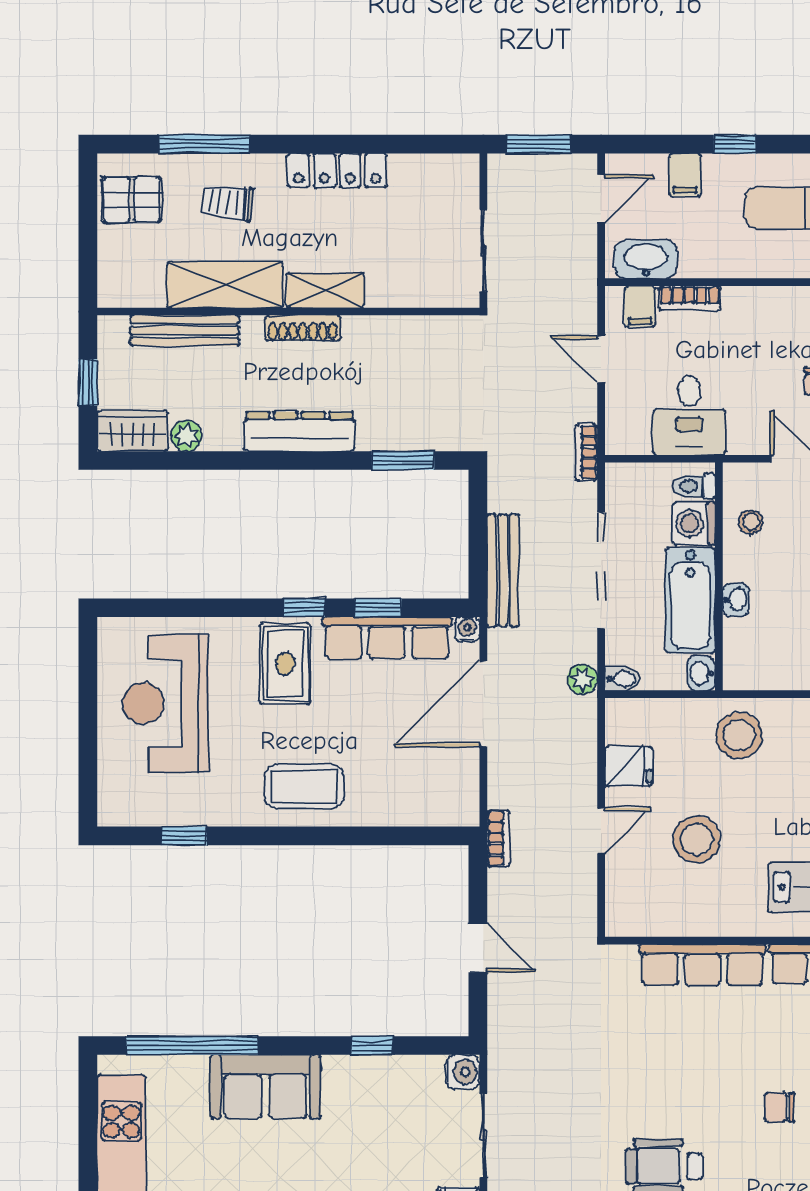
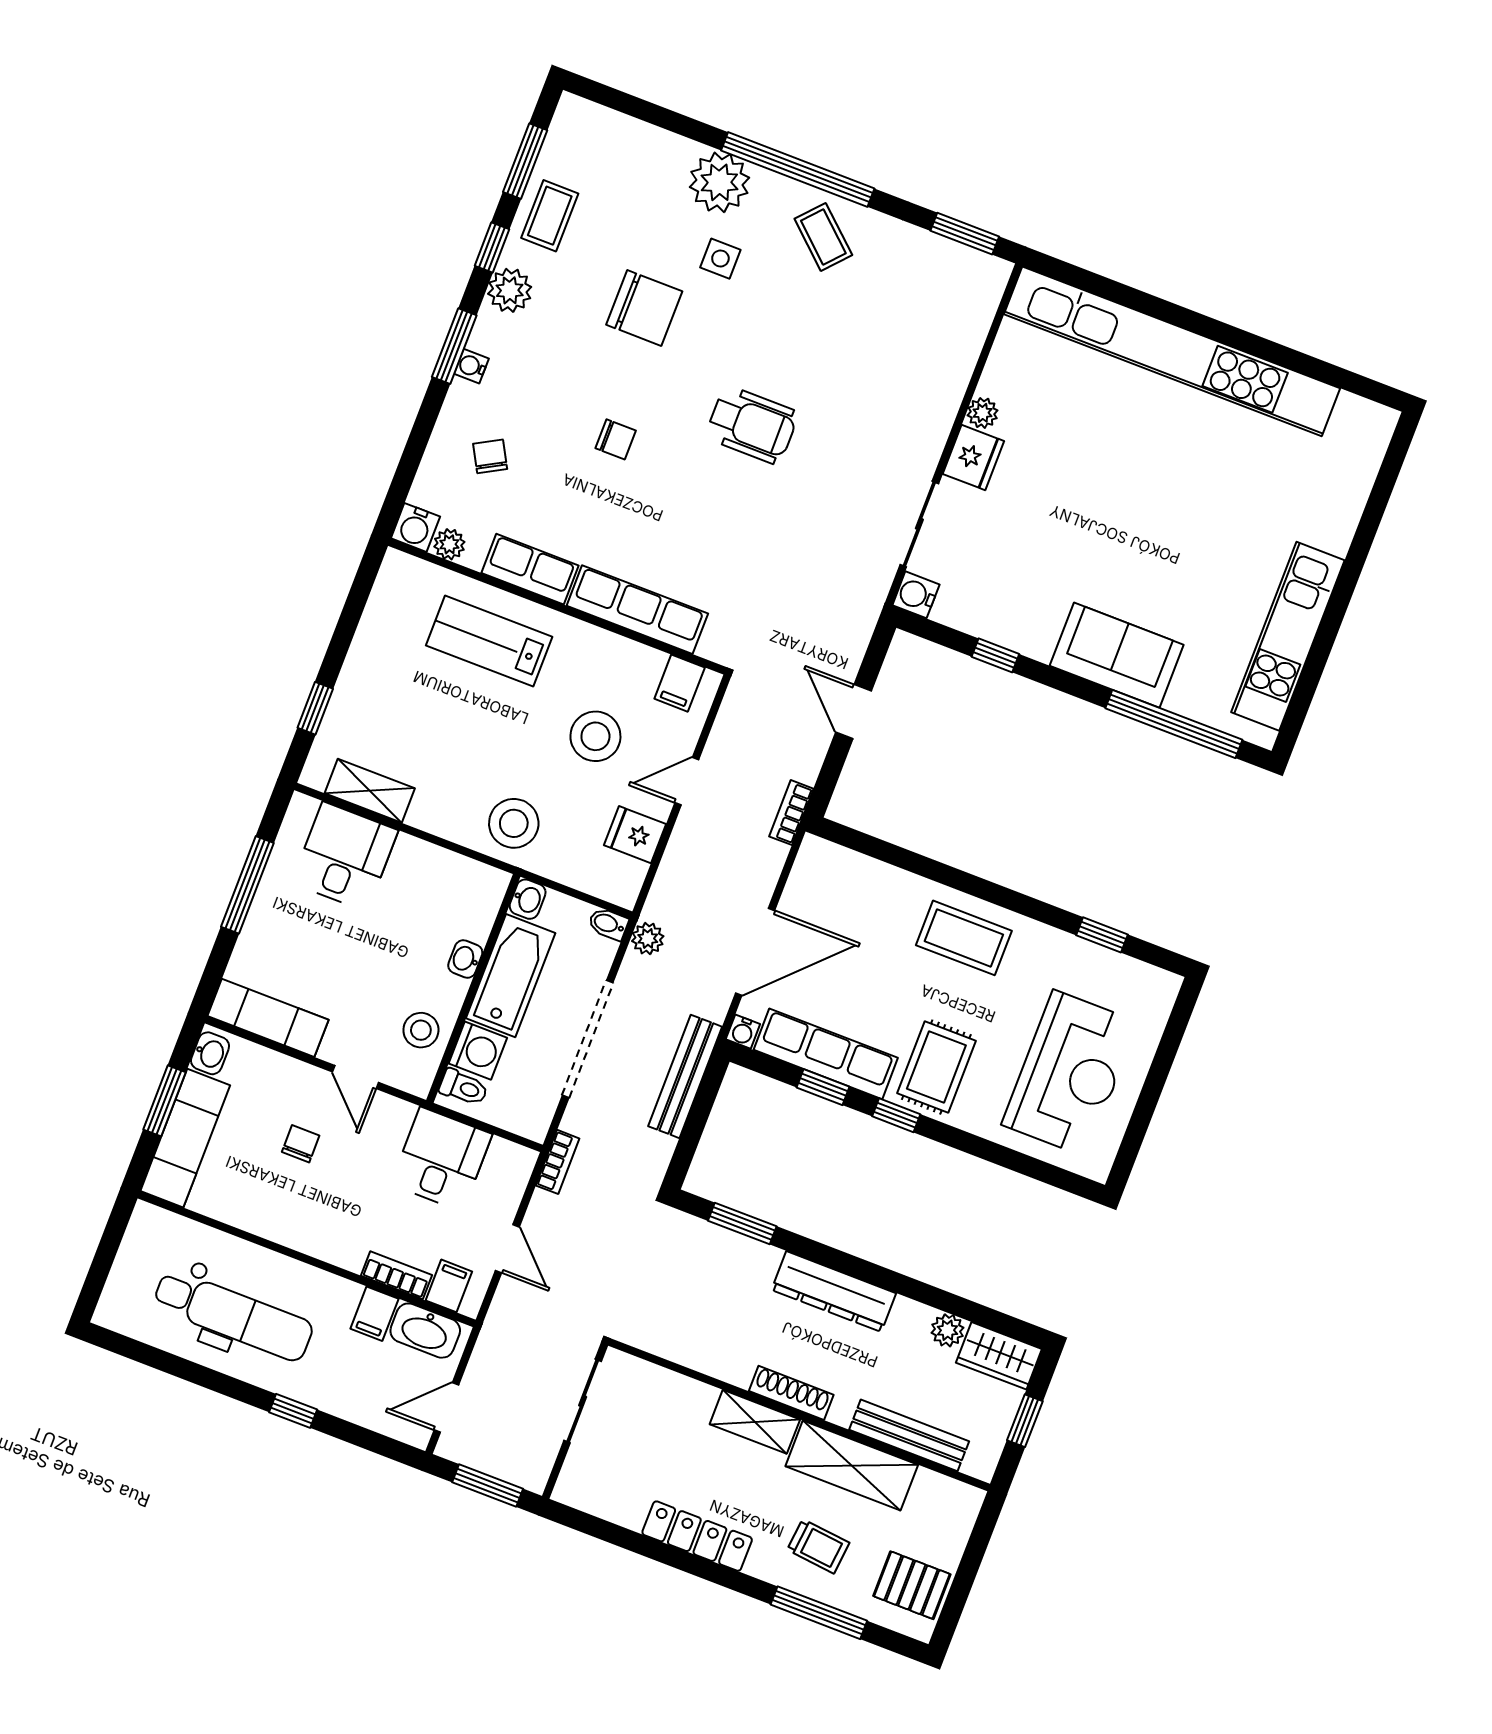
filing cabinet: (685, 175) -> (374, 1314), moved, turned 180
stool: (751, 522) -> (421, 1030), width x1.37, depth x1.37
filing cabinet: (641, 915) -> (680, 683), added

